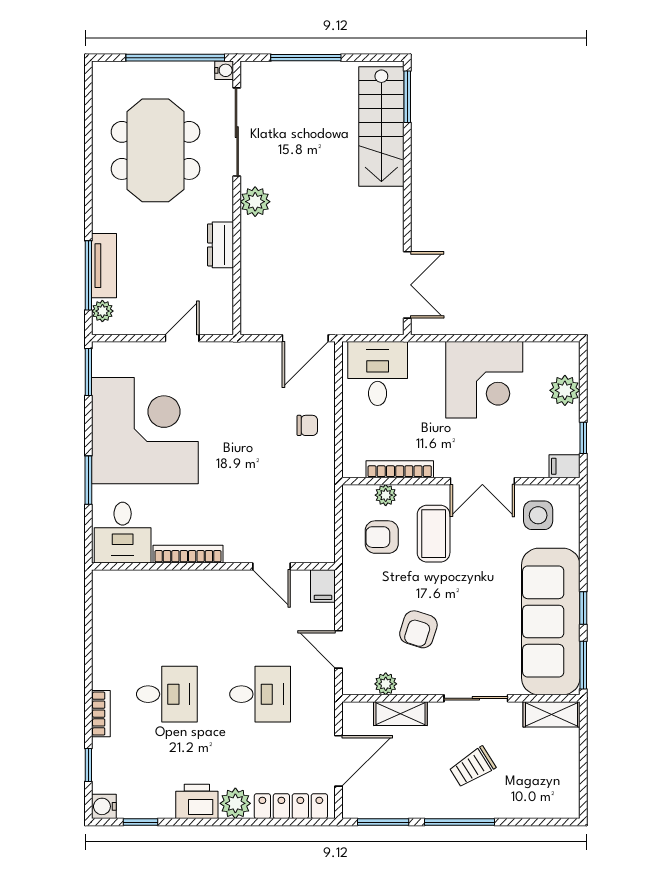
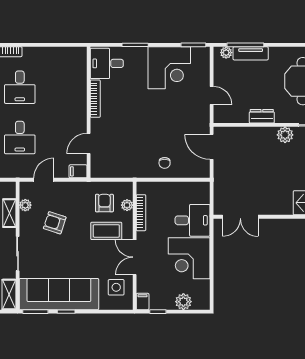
door: (305, 338) -> (212, 147), moved
desk: (378, 374) -> (193, 220), moved
corner desk: (145, 431) -> (169, 68), width x0.74, depth x0.74

